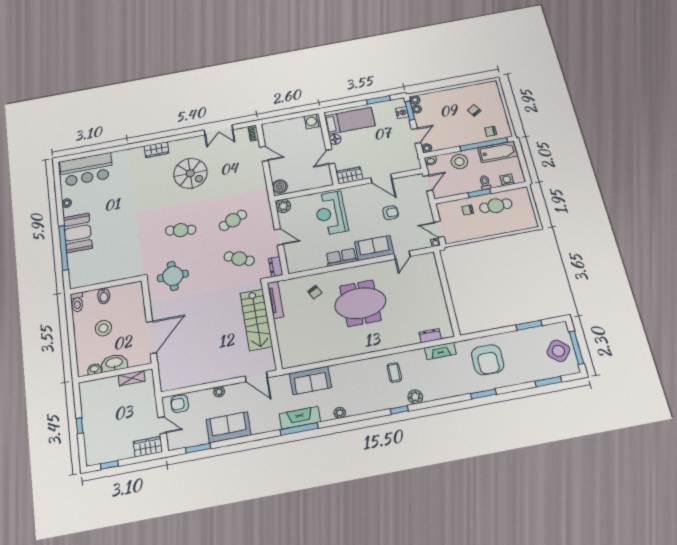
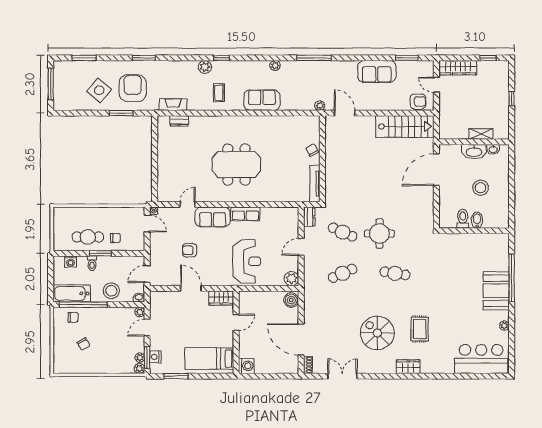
floor lamp: (335, 139) -> (228, 341), removed
door: (264, 154) -> (301, 339), width x1.88
rug: (150, 185) -> (420, 329), added
door: (279, 237) -> (301, 247), hinge flipped
round table: (173, 276) -> (379, 234), moved
chair: (315, 292) -> (312, 150), moved
toilet: (77, 302) -> (463, 219), moved
stairs: (256, 320) -> (405, 127), moved, turned 90
window: (529, 325) -> (121, 113), moved
side table: (558, 351) -> (99, 90), moved
shelving: (132, 378) -> (481, 134), moved
sofa: (310, 380) -> (262, 100), moved
plant: (219, 392) -> (320, 106), moved
fireplace: (300, 418) -> (311, 68), removed
wardrobe: (148, 447) -> (458, 68), width x1.50

